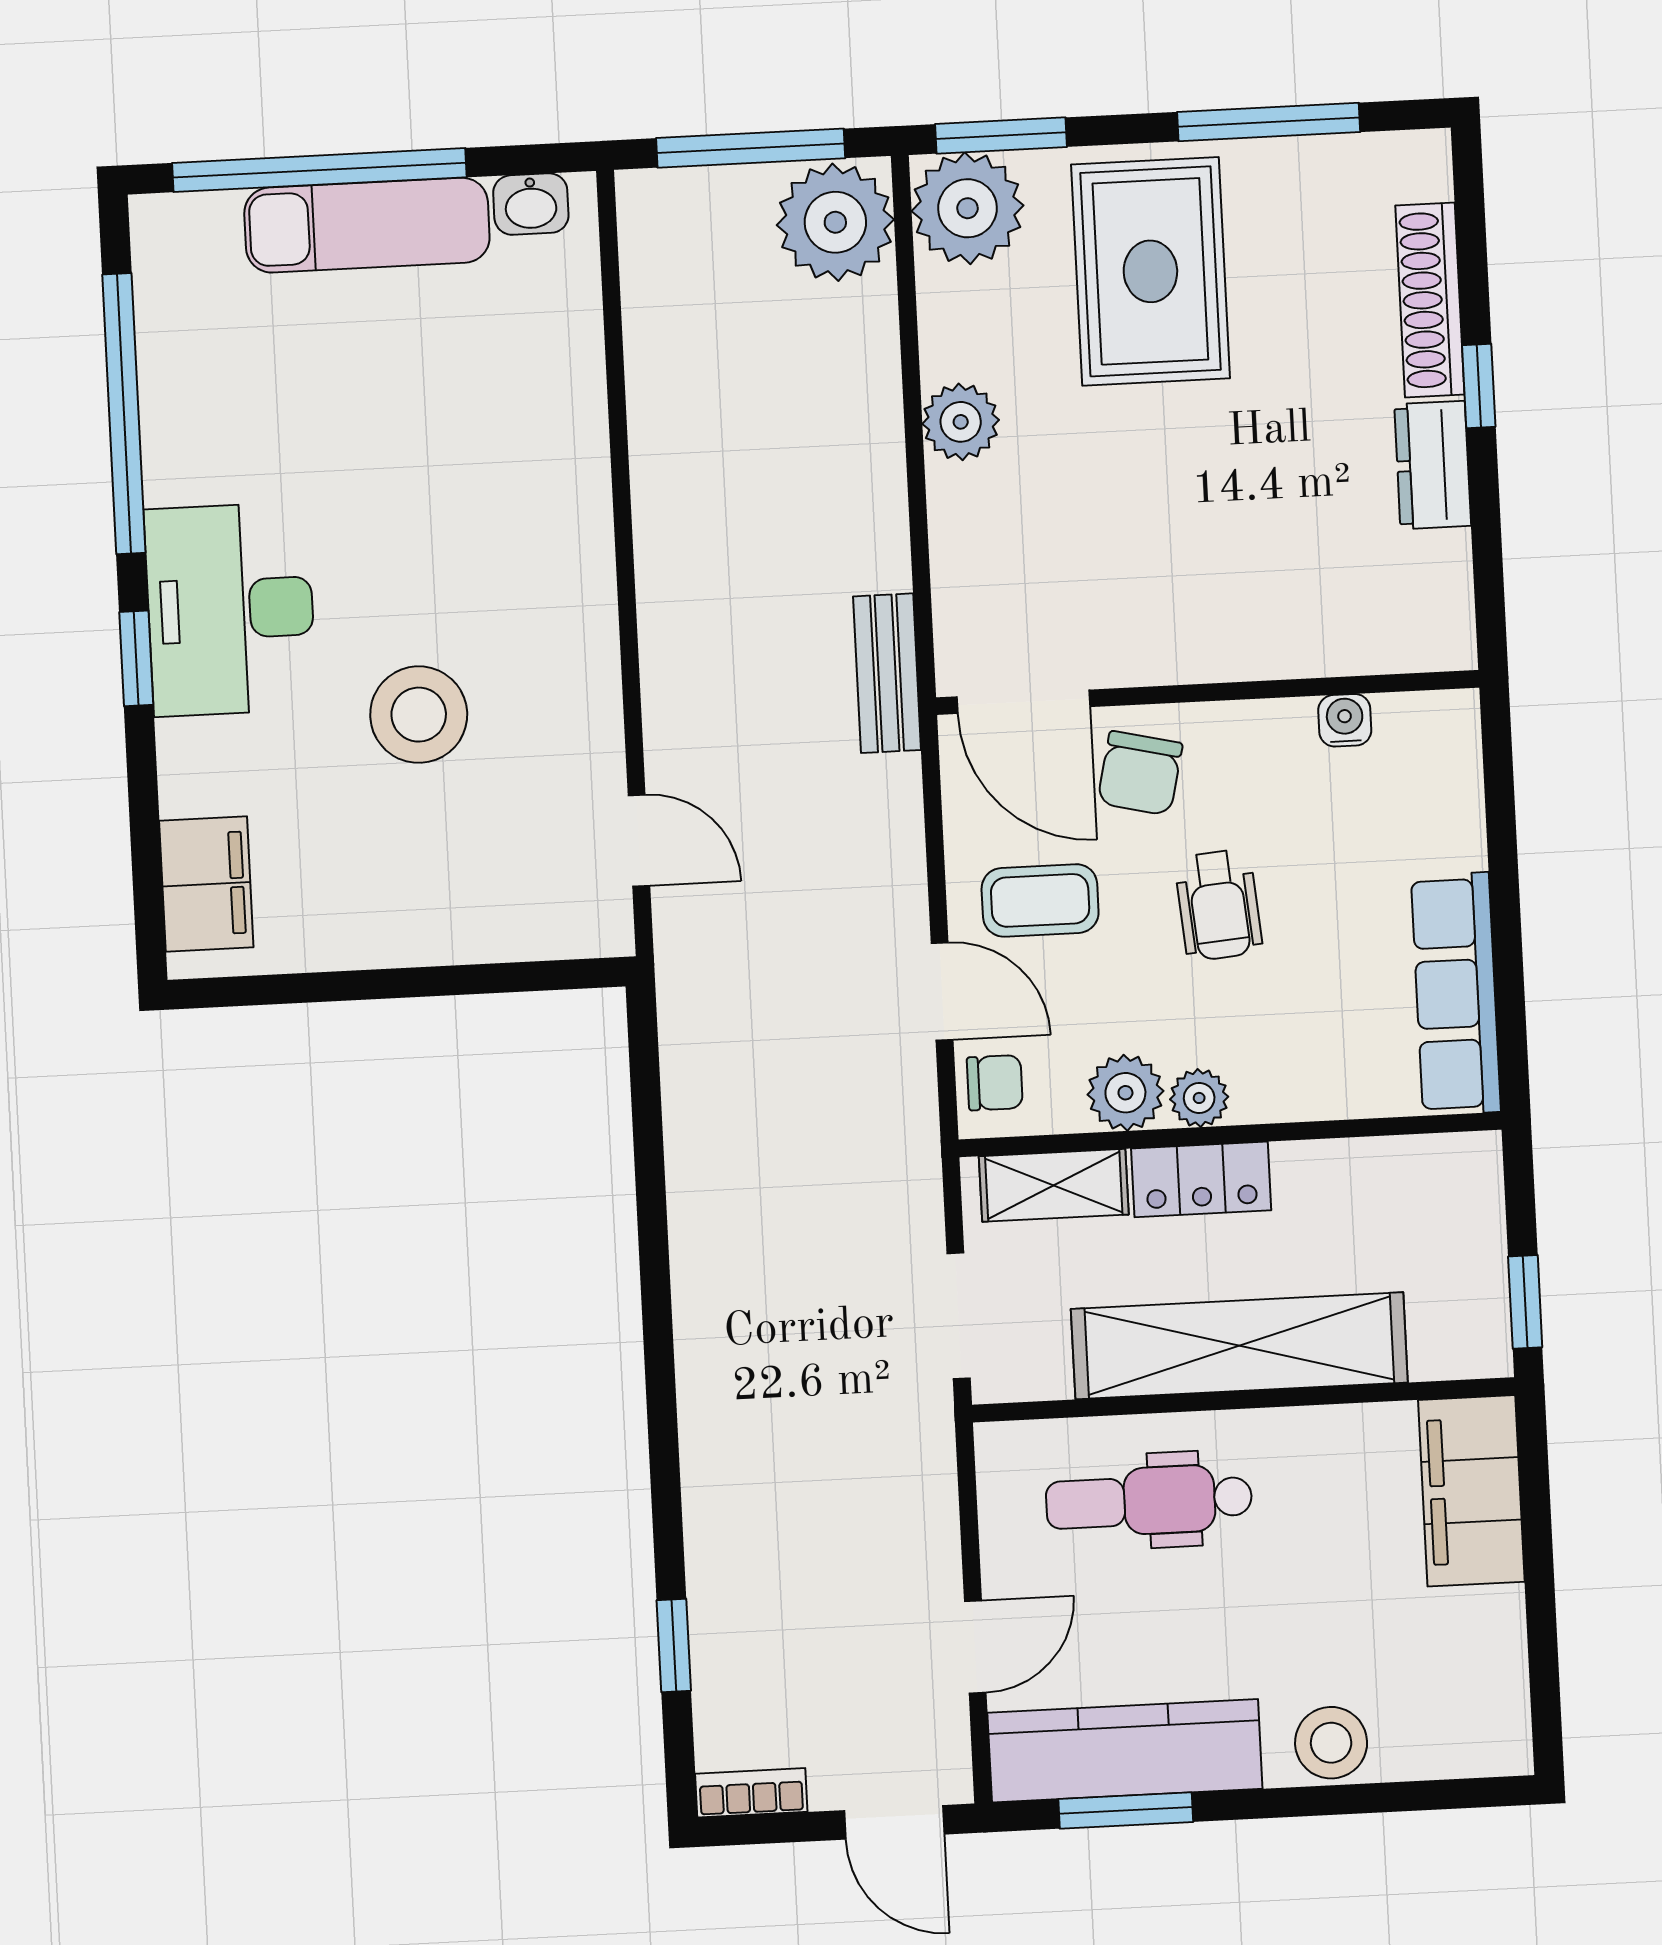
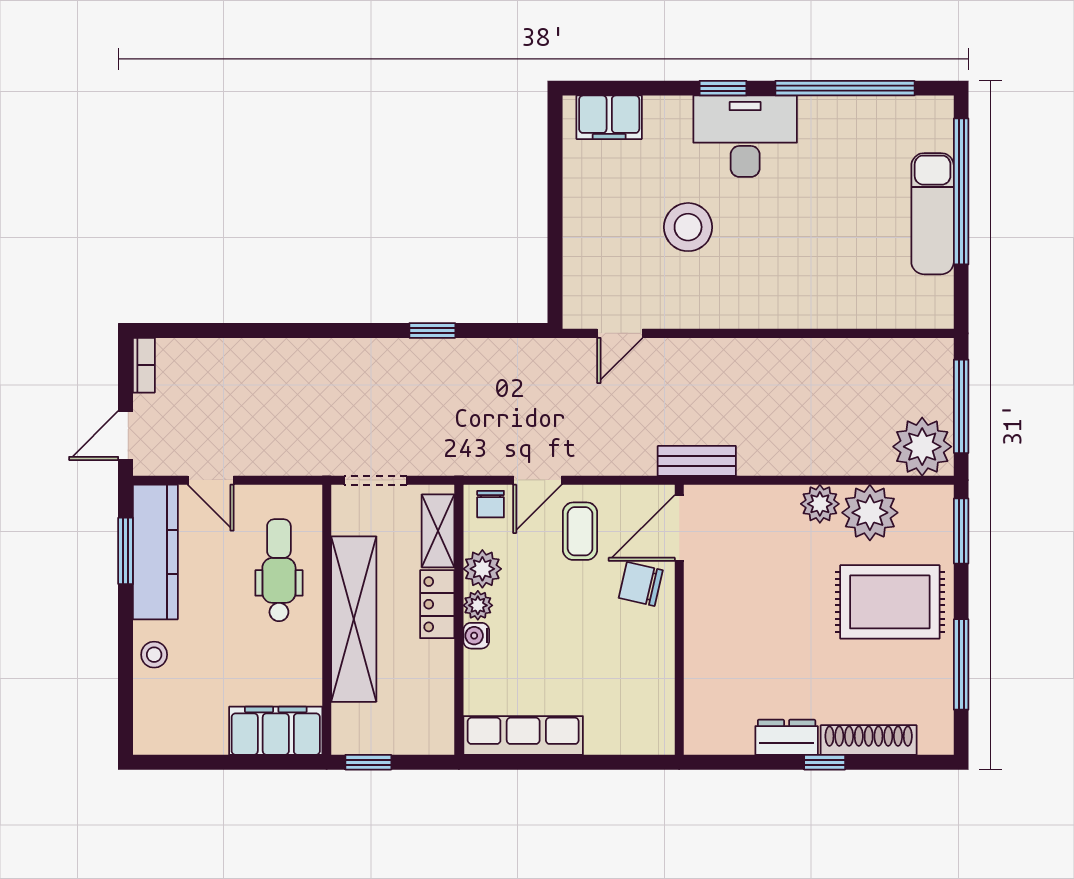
washbasin: (531, 204) -> (939, 296), removed
plant: (967, 208) -> (870, 513), moved
water cooler: (1345, 720) -> (476, 636), moved, turned 180
wheelchair: (1218, 905) -> (573, 620), removed
window: (674, 1646) -> (432, 330), moved
stool: (1331, 1743) -> (154, 655), width x0.73, depth x0.73

